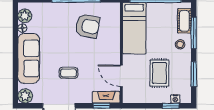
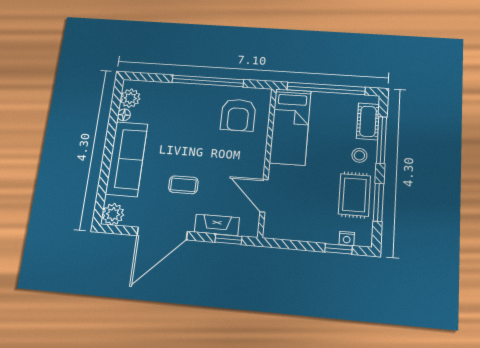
armchair: (87, 26) -> (238, 115), moved, turned 79
rug: (159, 73) -> (354, 195), moved
fireplace: (106, 97) -> (217, 225), moved

